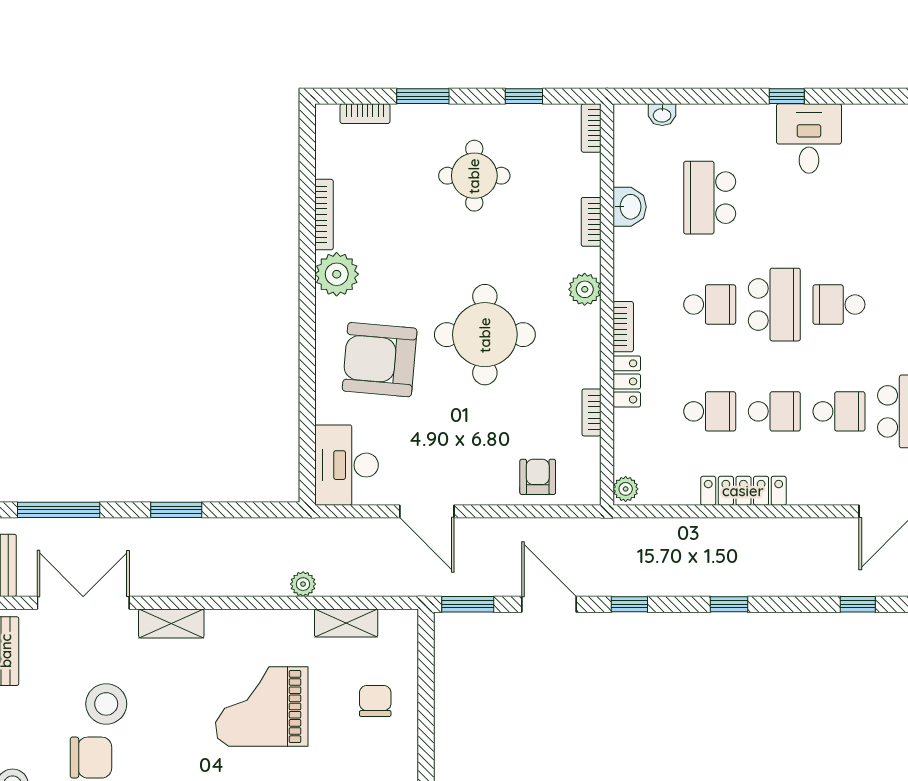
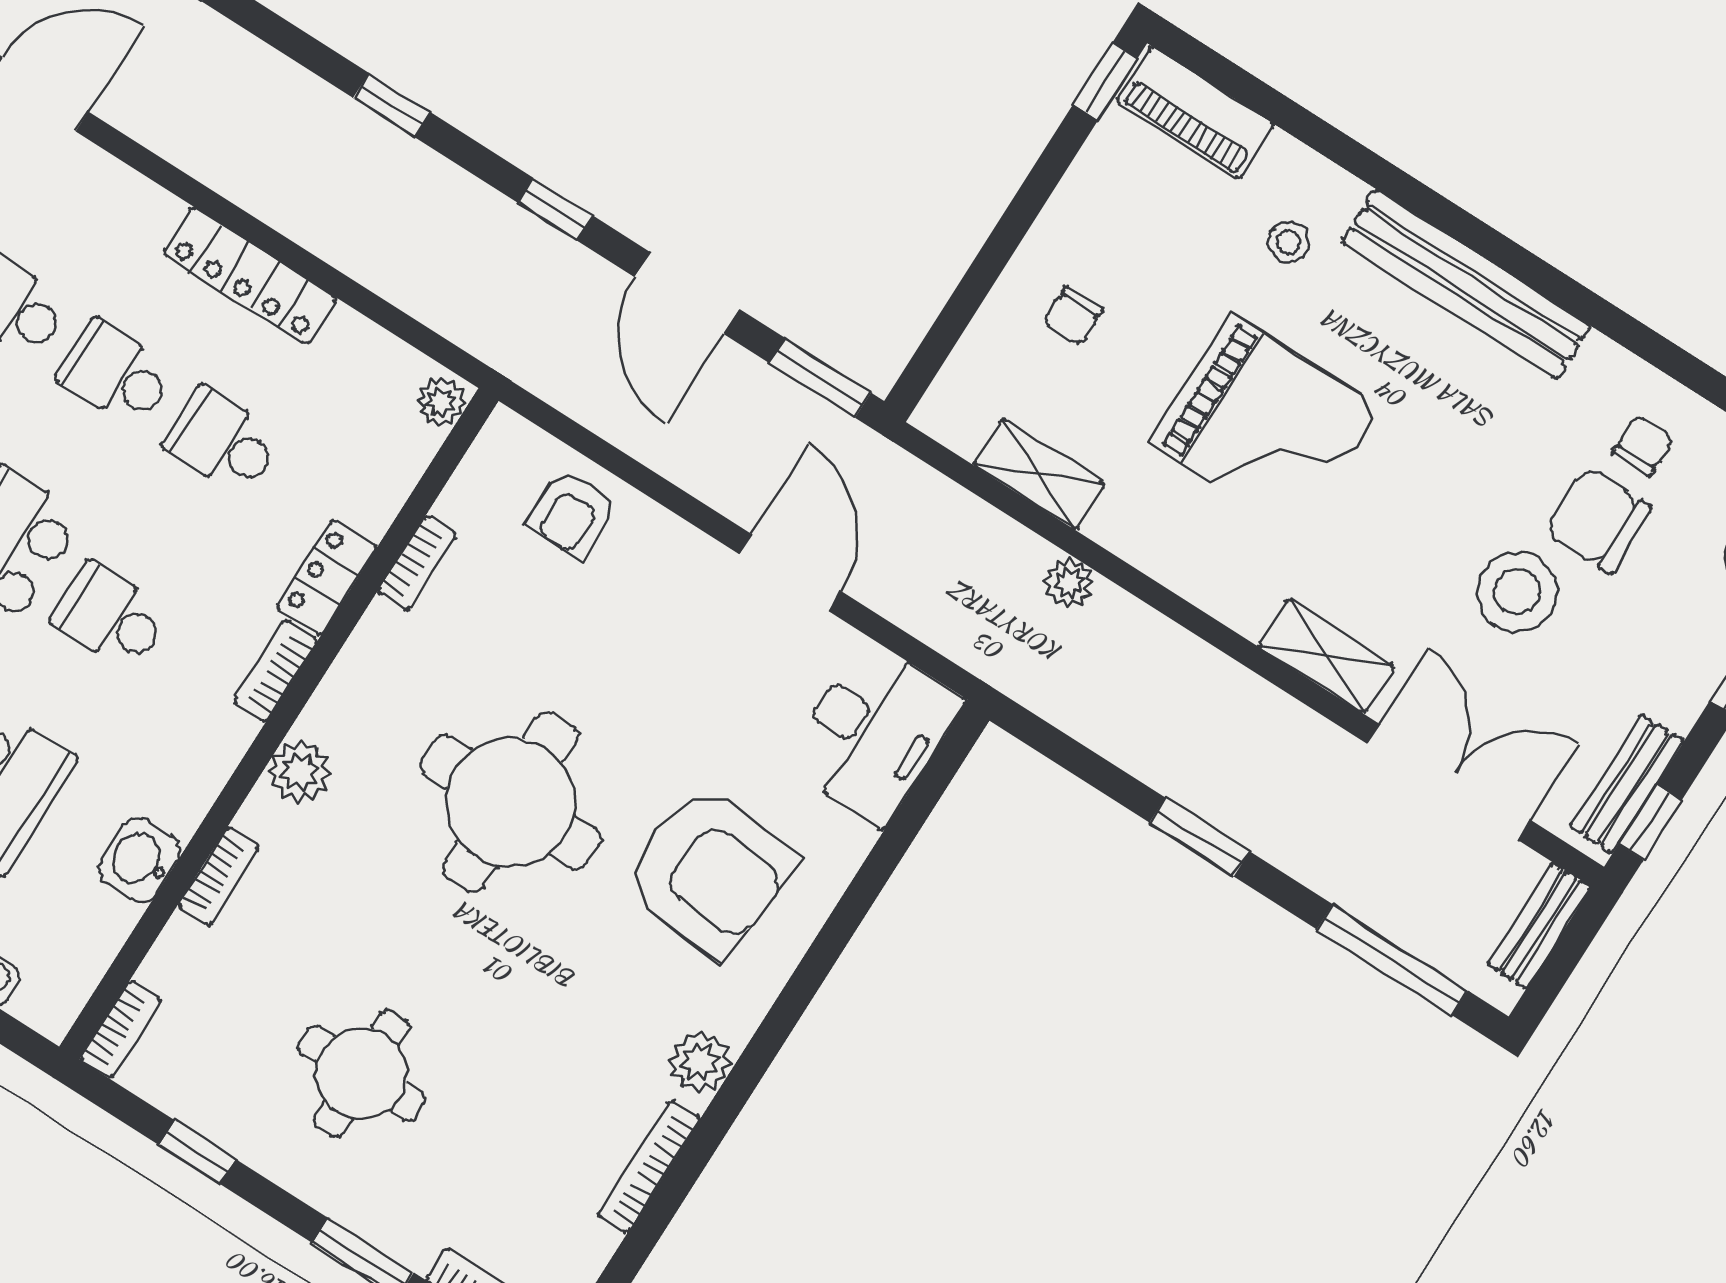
plant: (337, 274) -> (700, 1062), width x0.73, depth x0.73
double door: (83, 603) -> (1449, 782), swing flipped
chair: (375, 701) -> (1073, 316), width x0.73, depth x0.73

